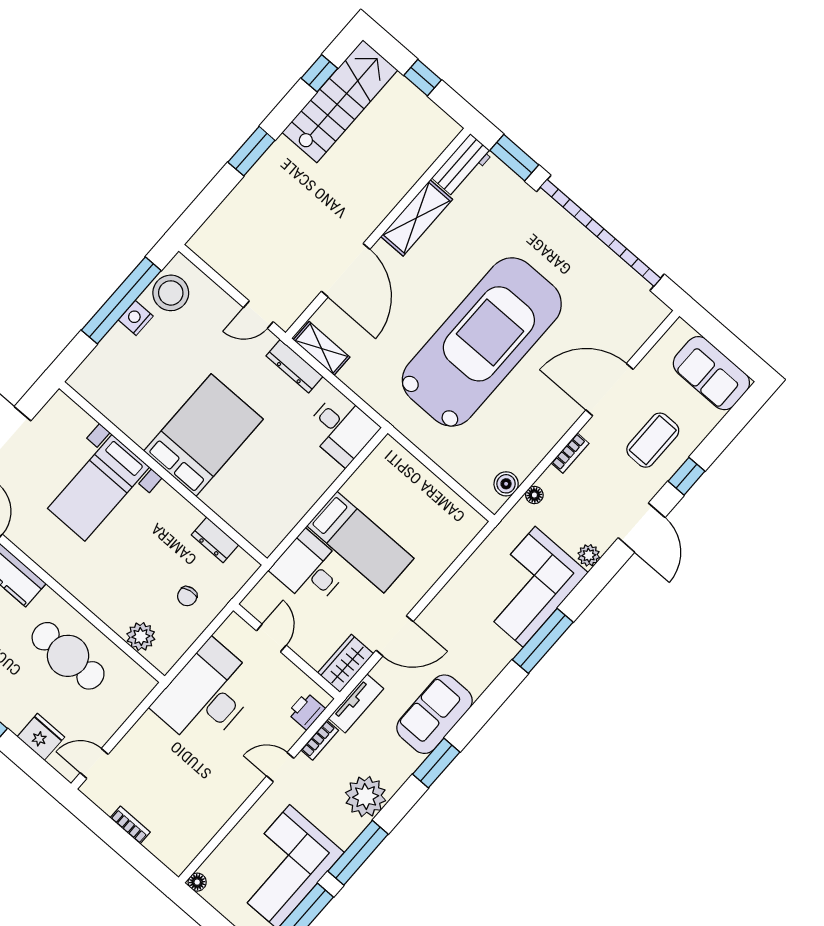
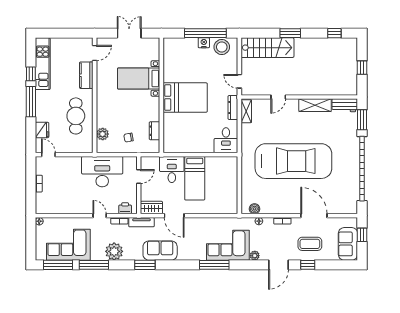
stairs: (340, 101) -> (267, 48), moved
door: (346, 270) -> (278, 97), width x0.53
window: (717, 335) -> (362, 235), added

